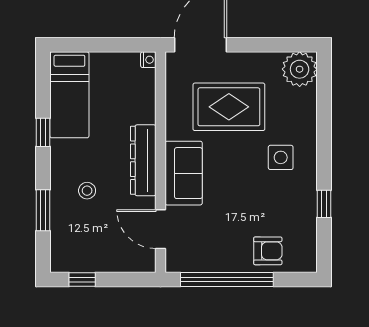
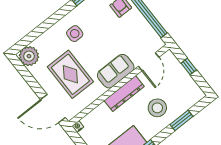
stool: (87, 191) -> (157, 108), width x1.89, depth x1.89
window: (82, 280) -> (189, 66), moved

